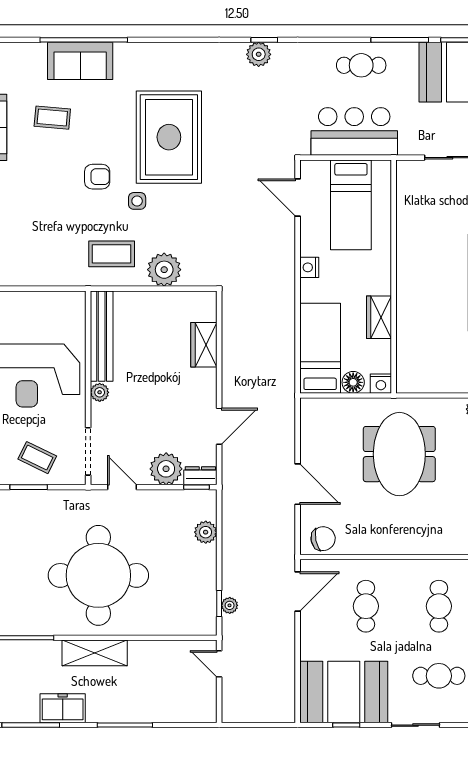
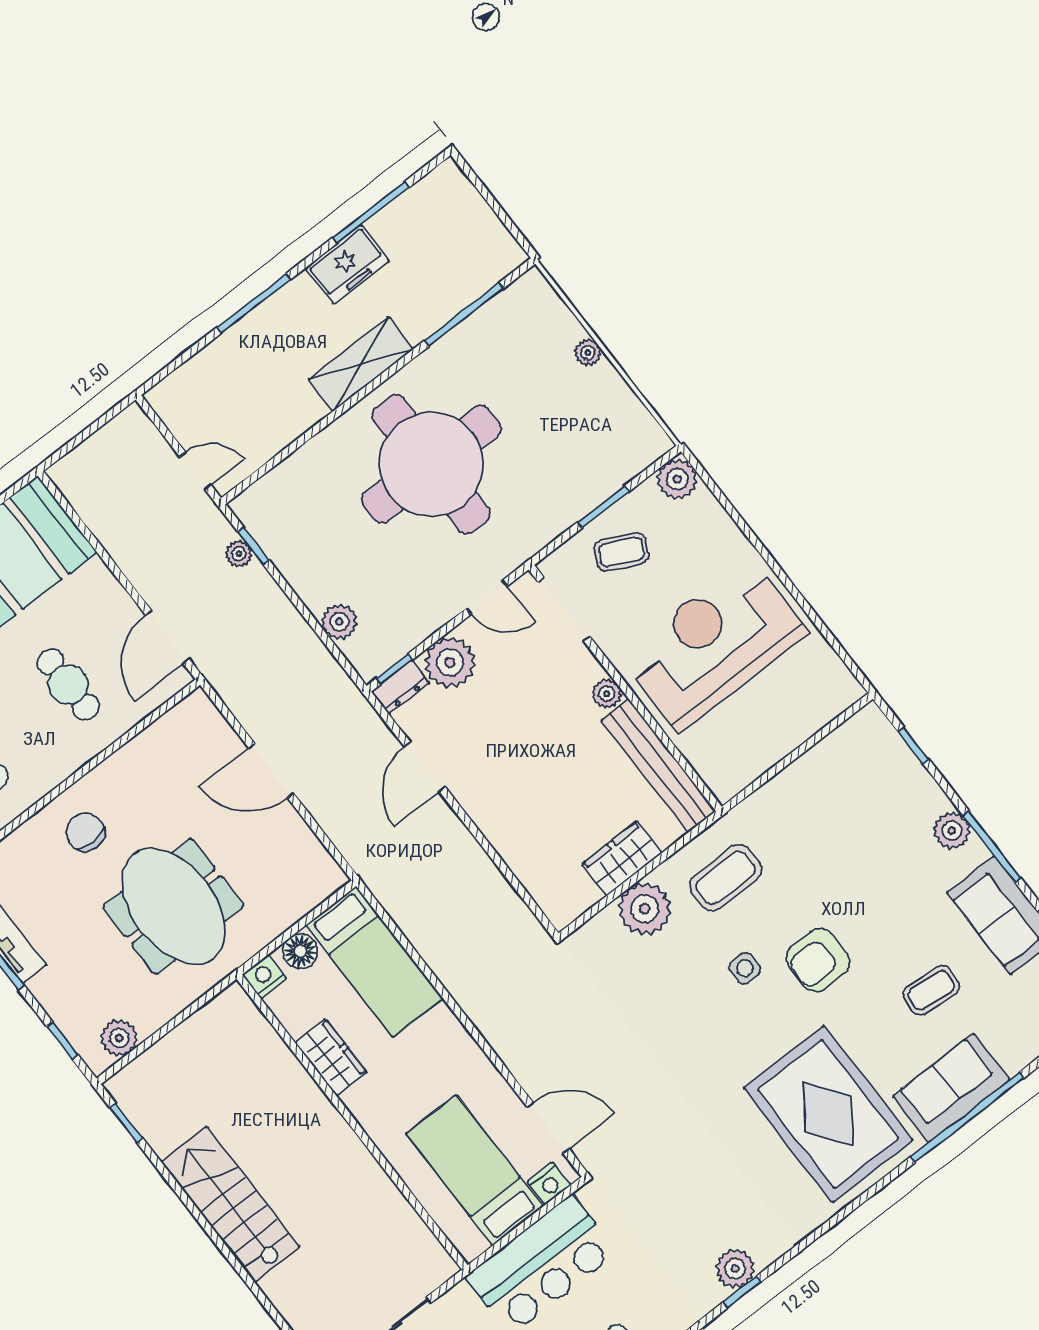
rug: (169, 137) -> (828, 1114), moved
armchair: (97, 177) -> (818, 960), width x1.38, depth x1.38
nightstand: (309, 267) -> (549, 1183), moved, turned 90
wardrobe: (204, 345) -> (622, 858), moved, turned -90
chair: (323, 539) -> (85, 832), moved, turned 102

